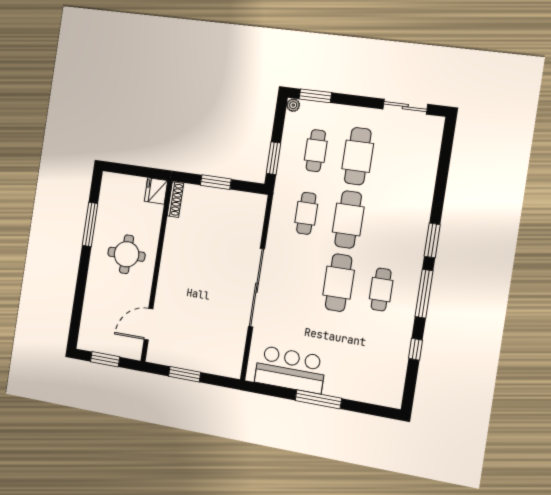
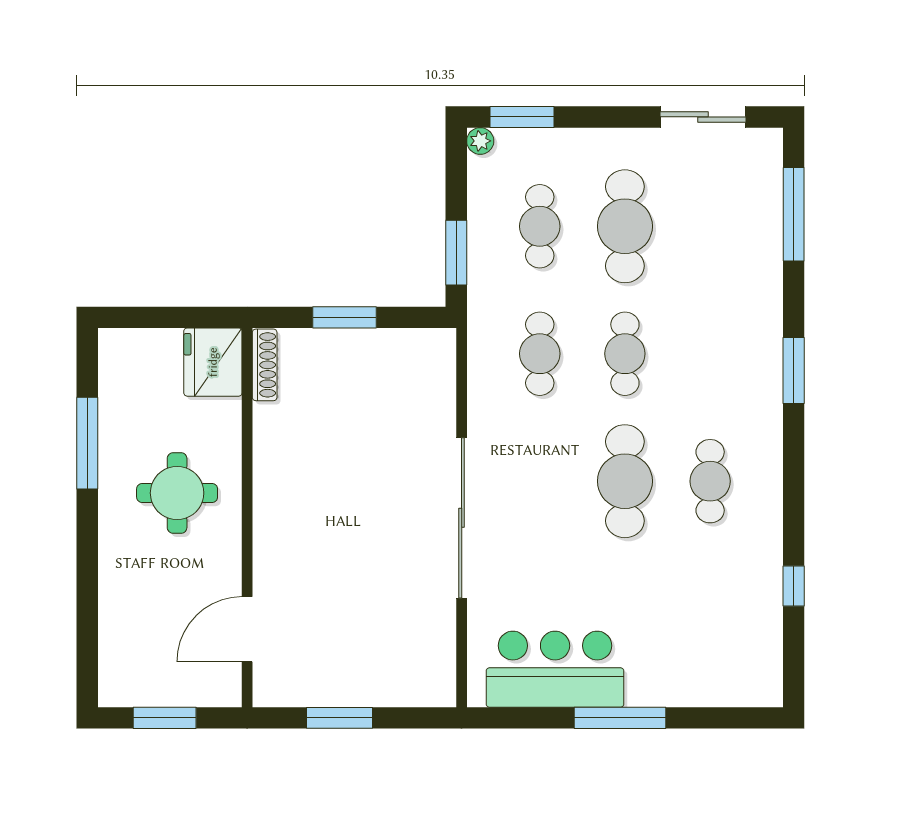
fridge: (156, 191) -> (213, 362), width x1.36, depth x1.34
cafe table: (348, 219) -> (625, 354), width x0.73, depth x0.74
window: (424, 294) -> (794, 214), moved

